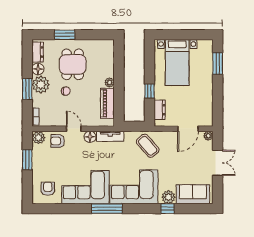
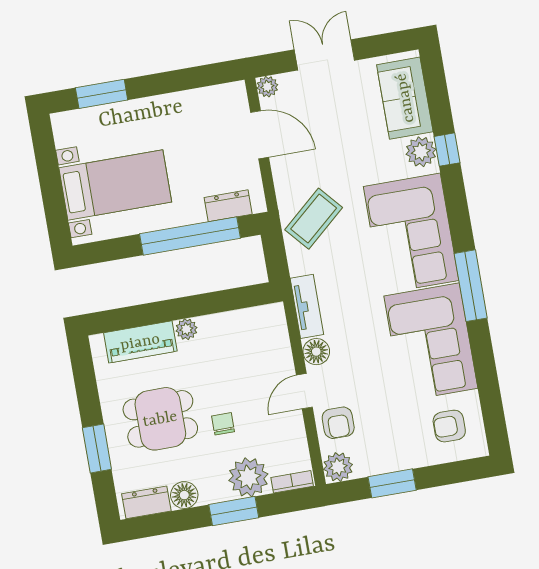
plant: (41, 85) -> (248, 477), moved
window: (149, 91) -> (190, 236), width x3.17
piano: (107, 103) -> (140, 342), moved

